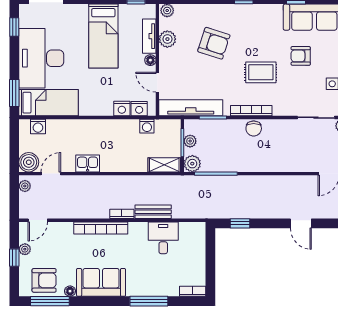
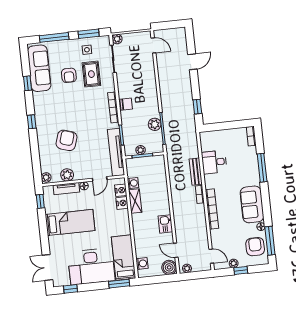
rug: (261, 72) -> (91, 74), moved
plant: (192, 164) -> (155, 124), moved
shelving: (164, 165) -> (135, 201), moved

